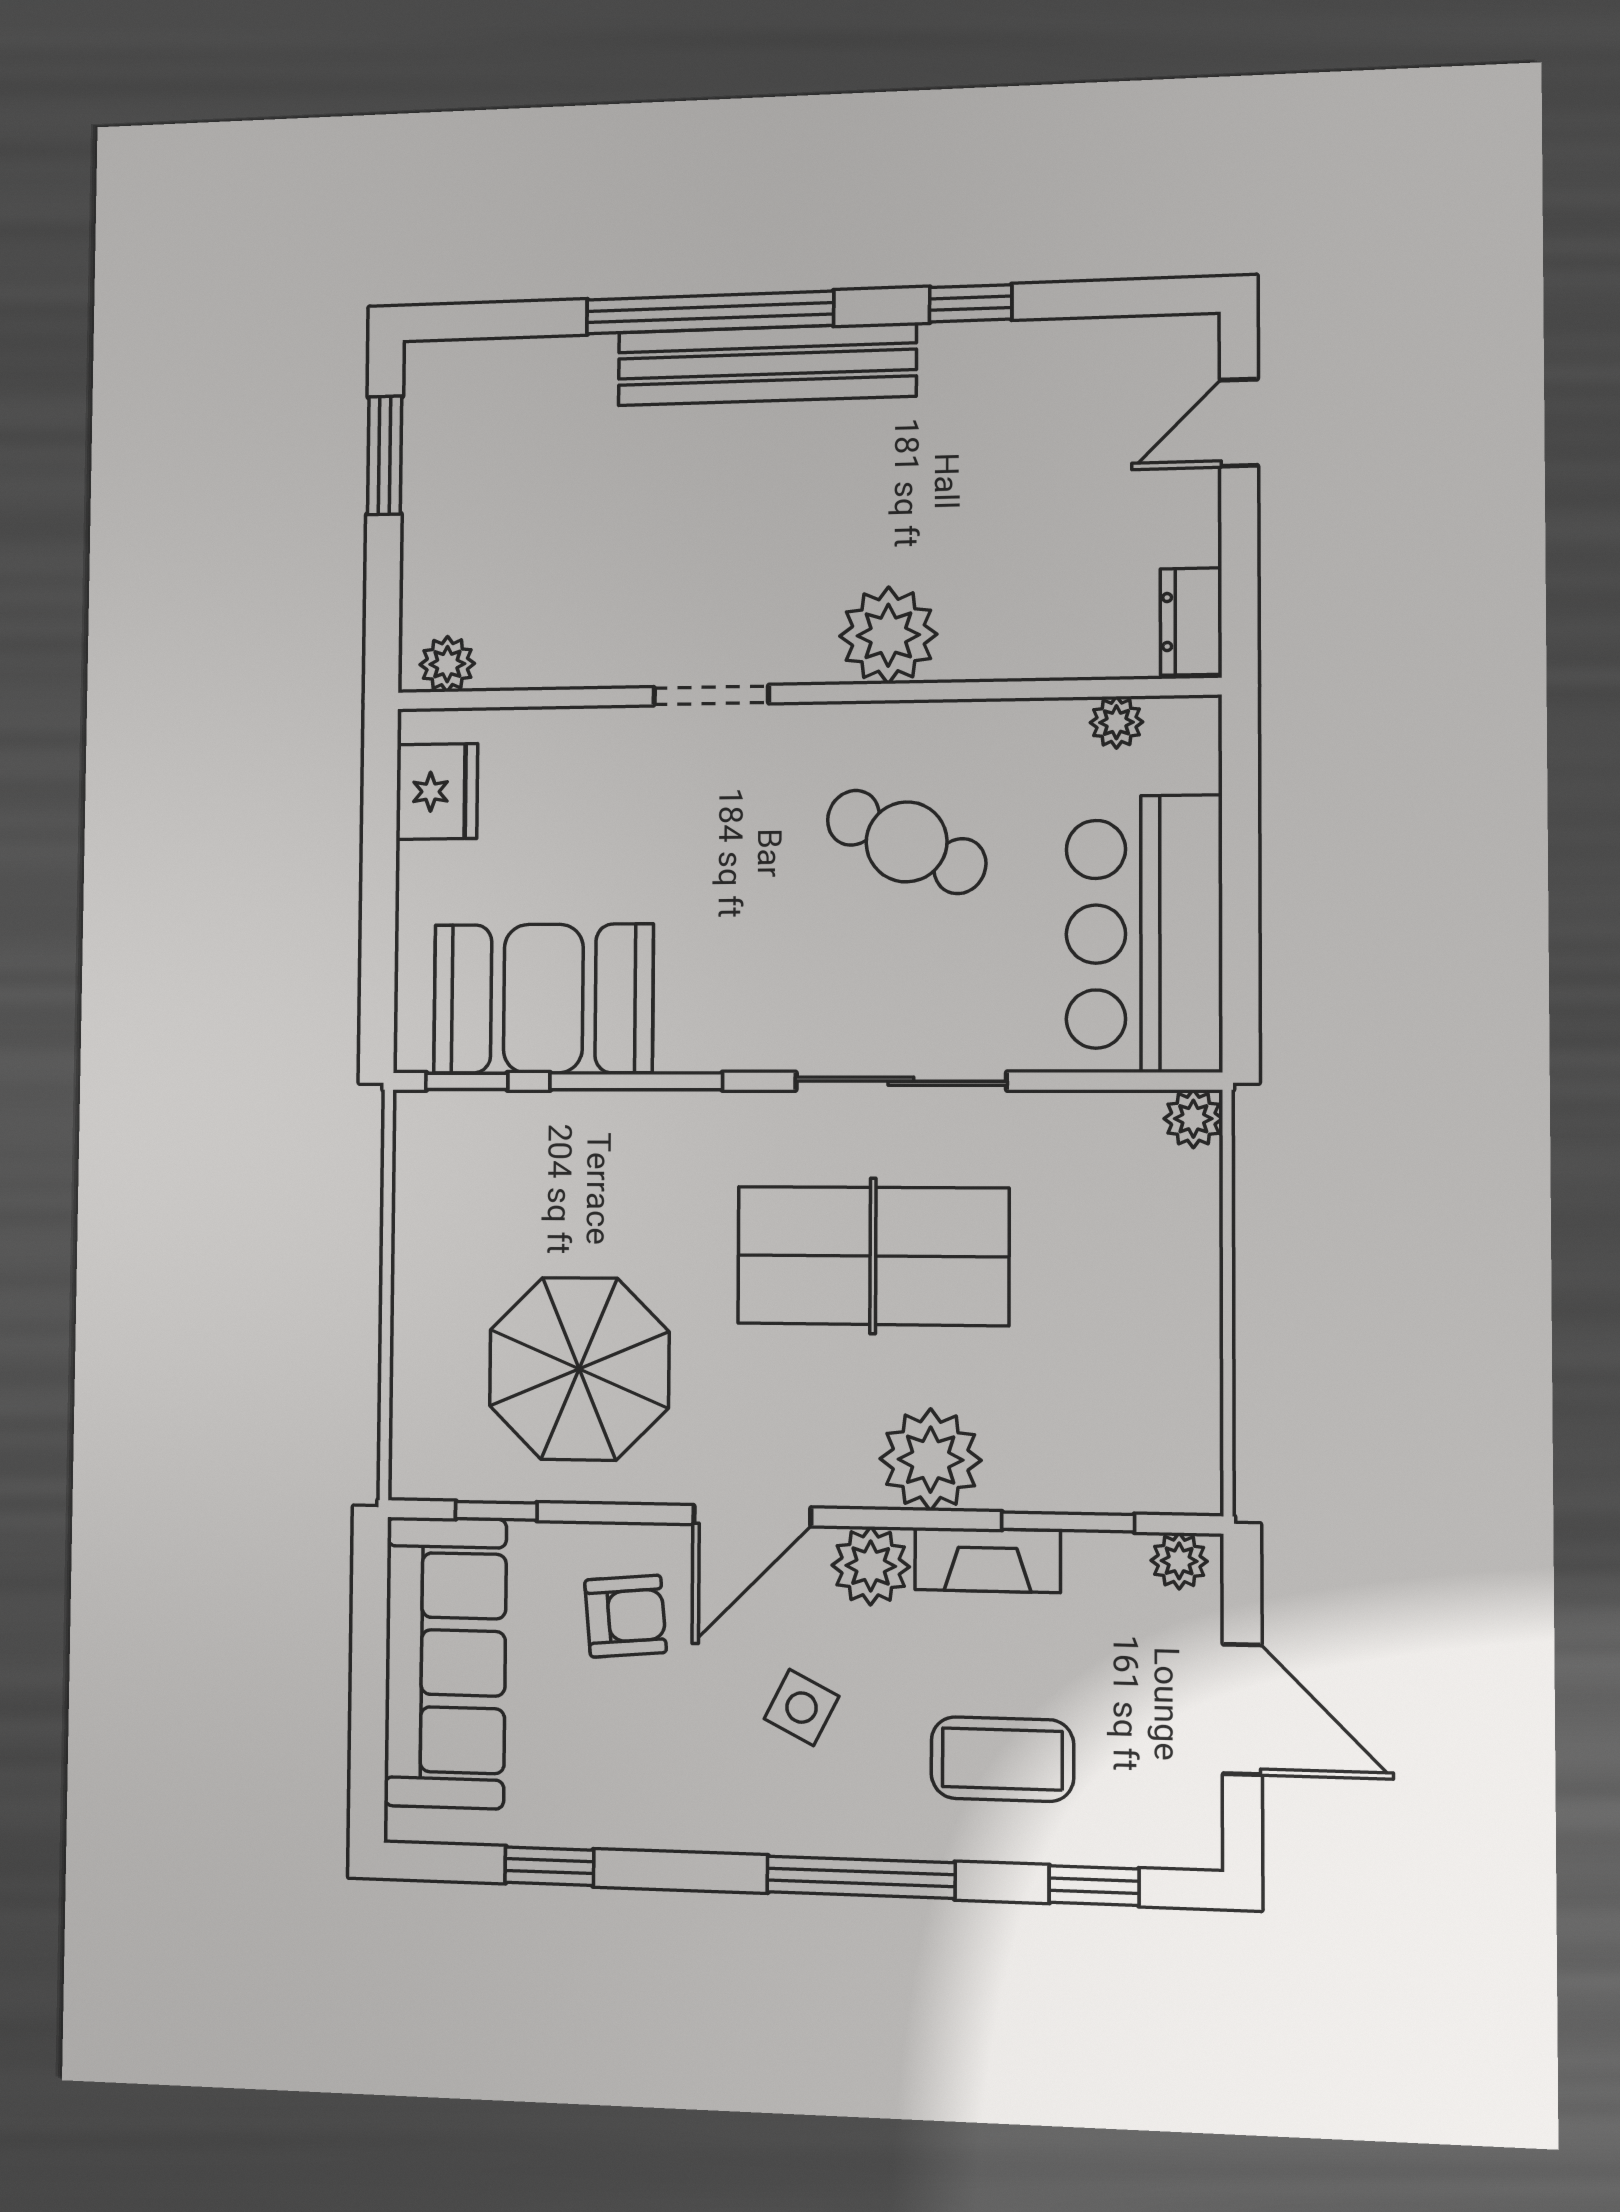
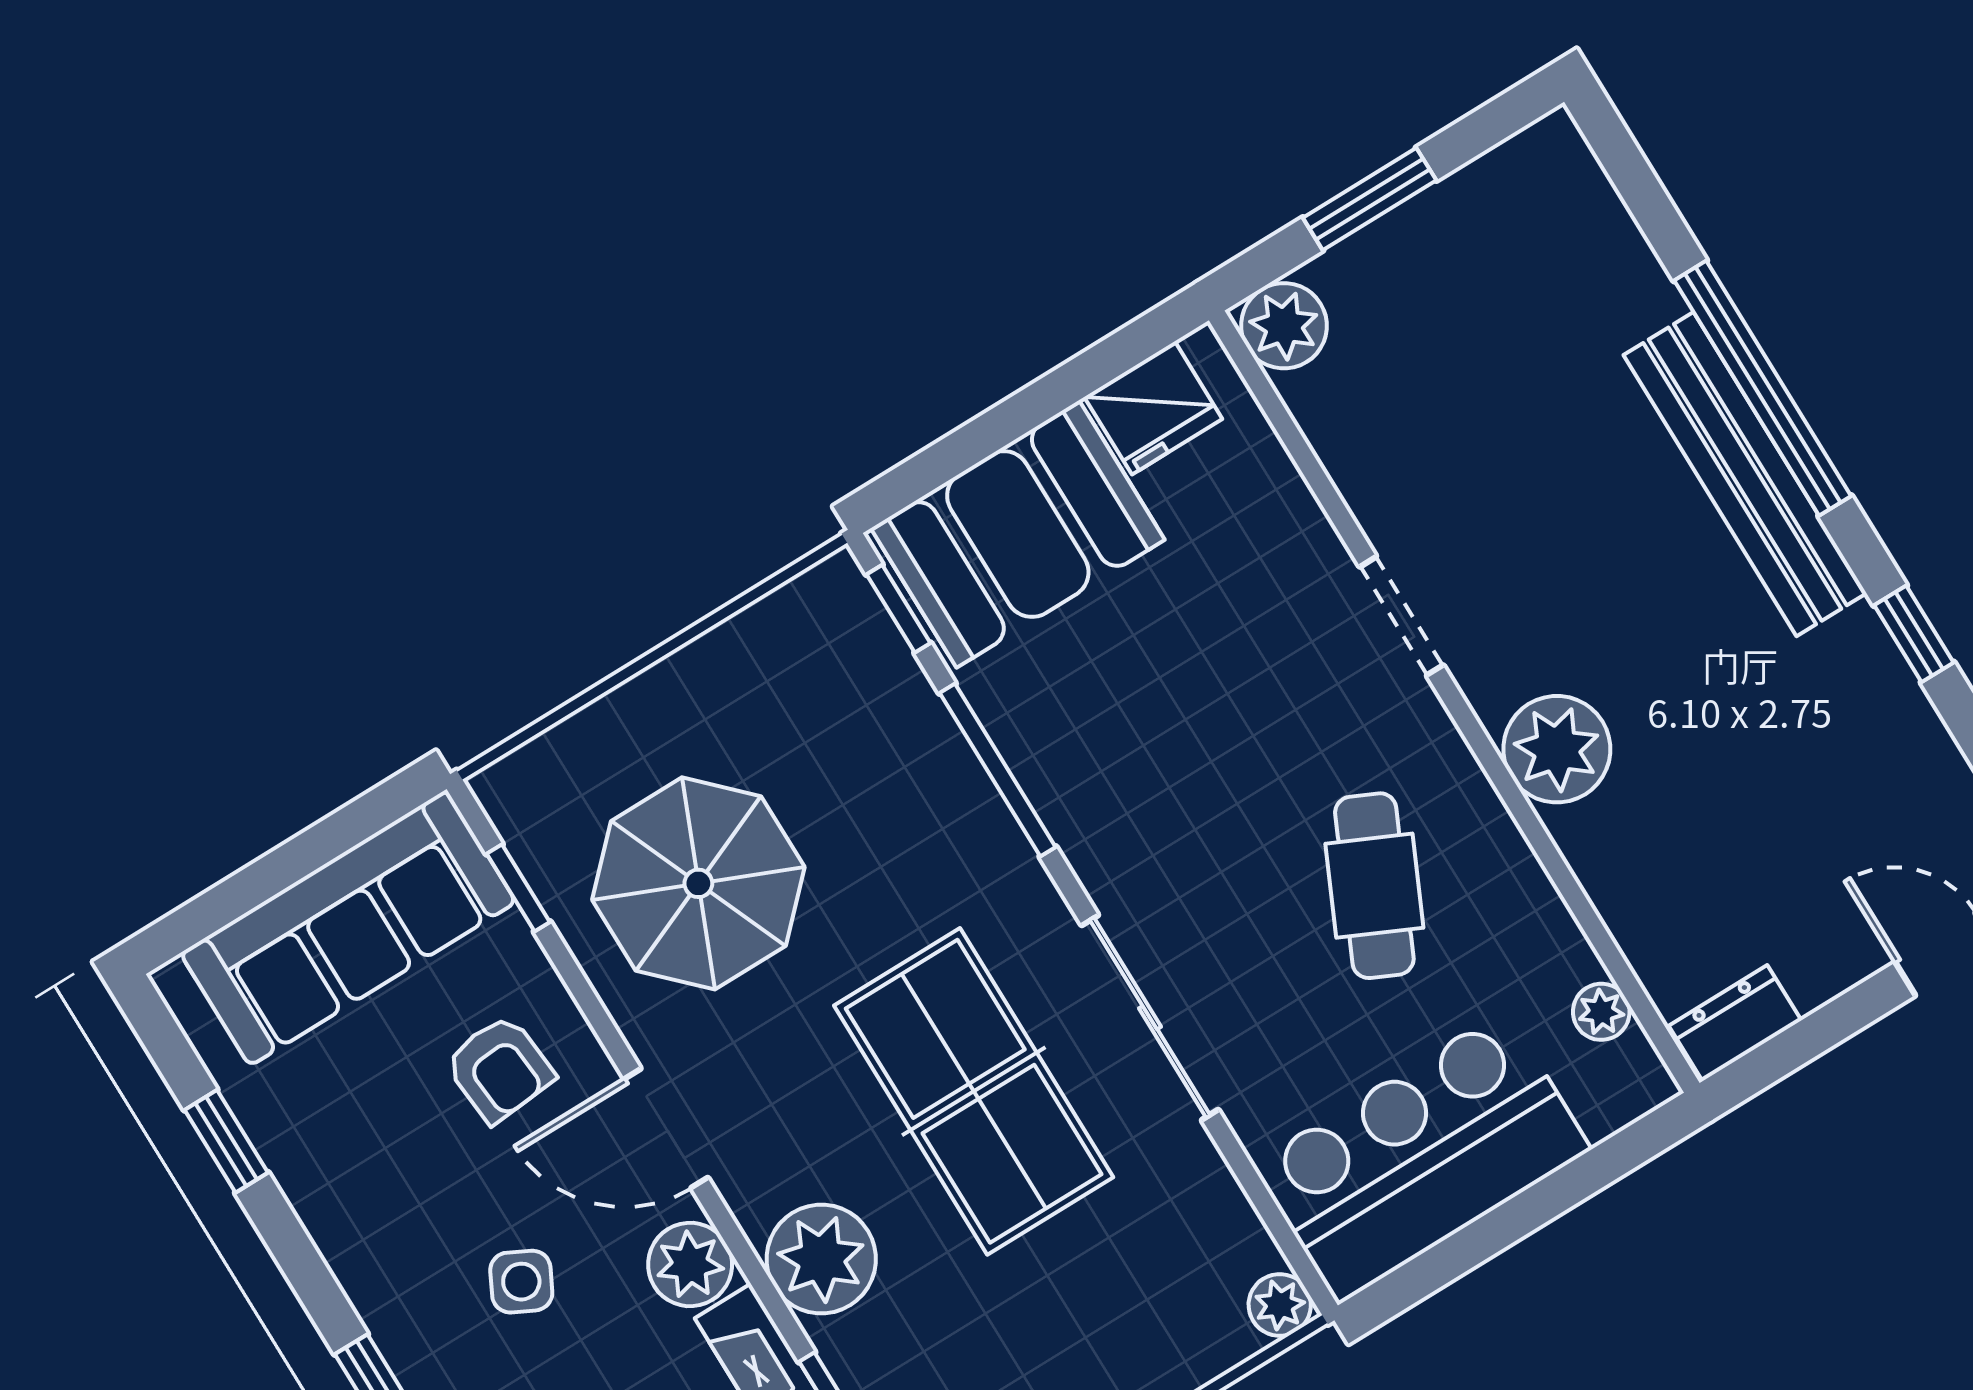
window: (385, 455) -> (1370, 199), moved
plant: (447, 664) -> (1284, 326), width x1.38, depth x1.38
booth: (543, 999) -> (1018, 534), moved, turned 90

